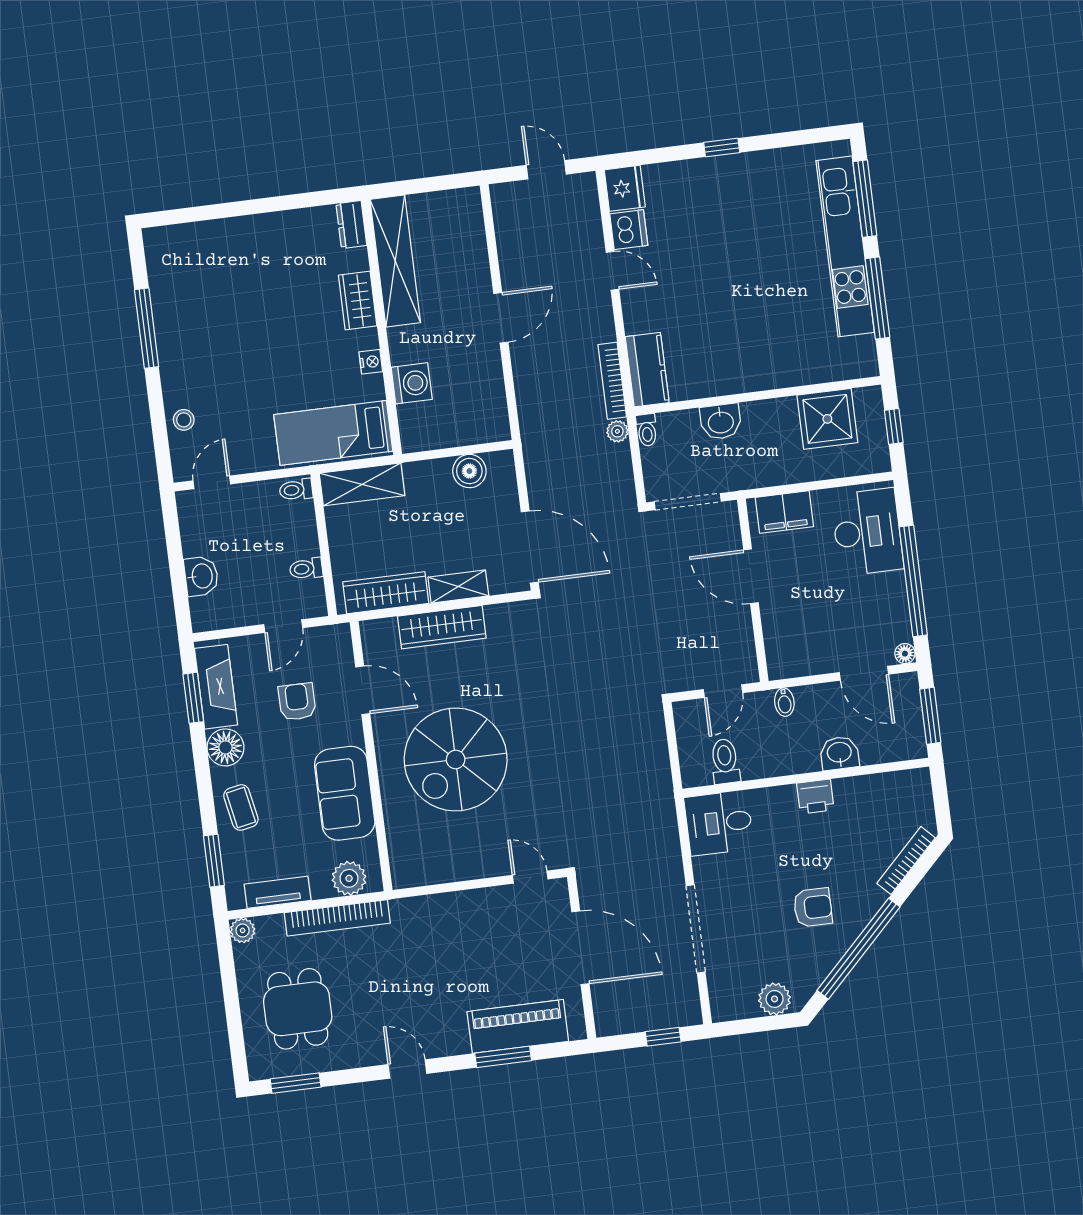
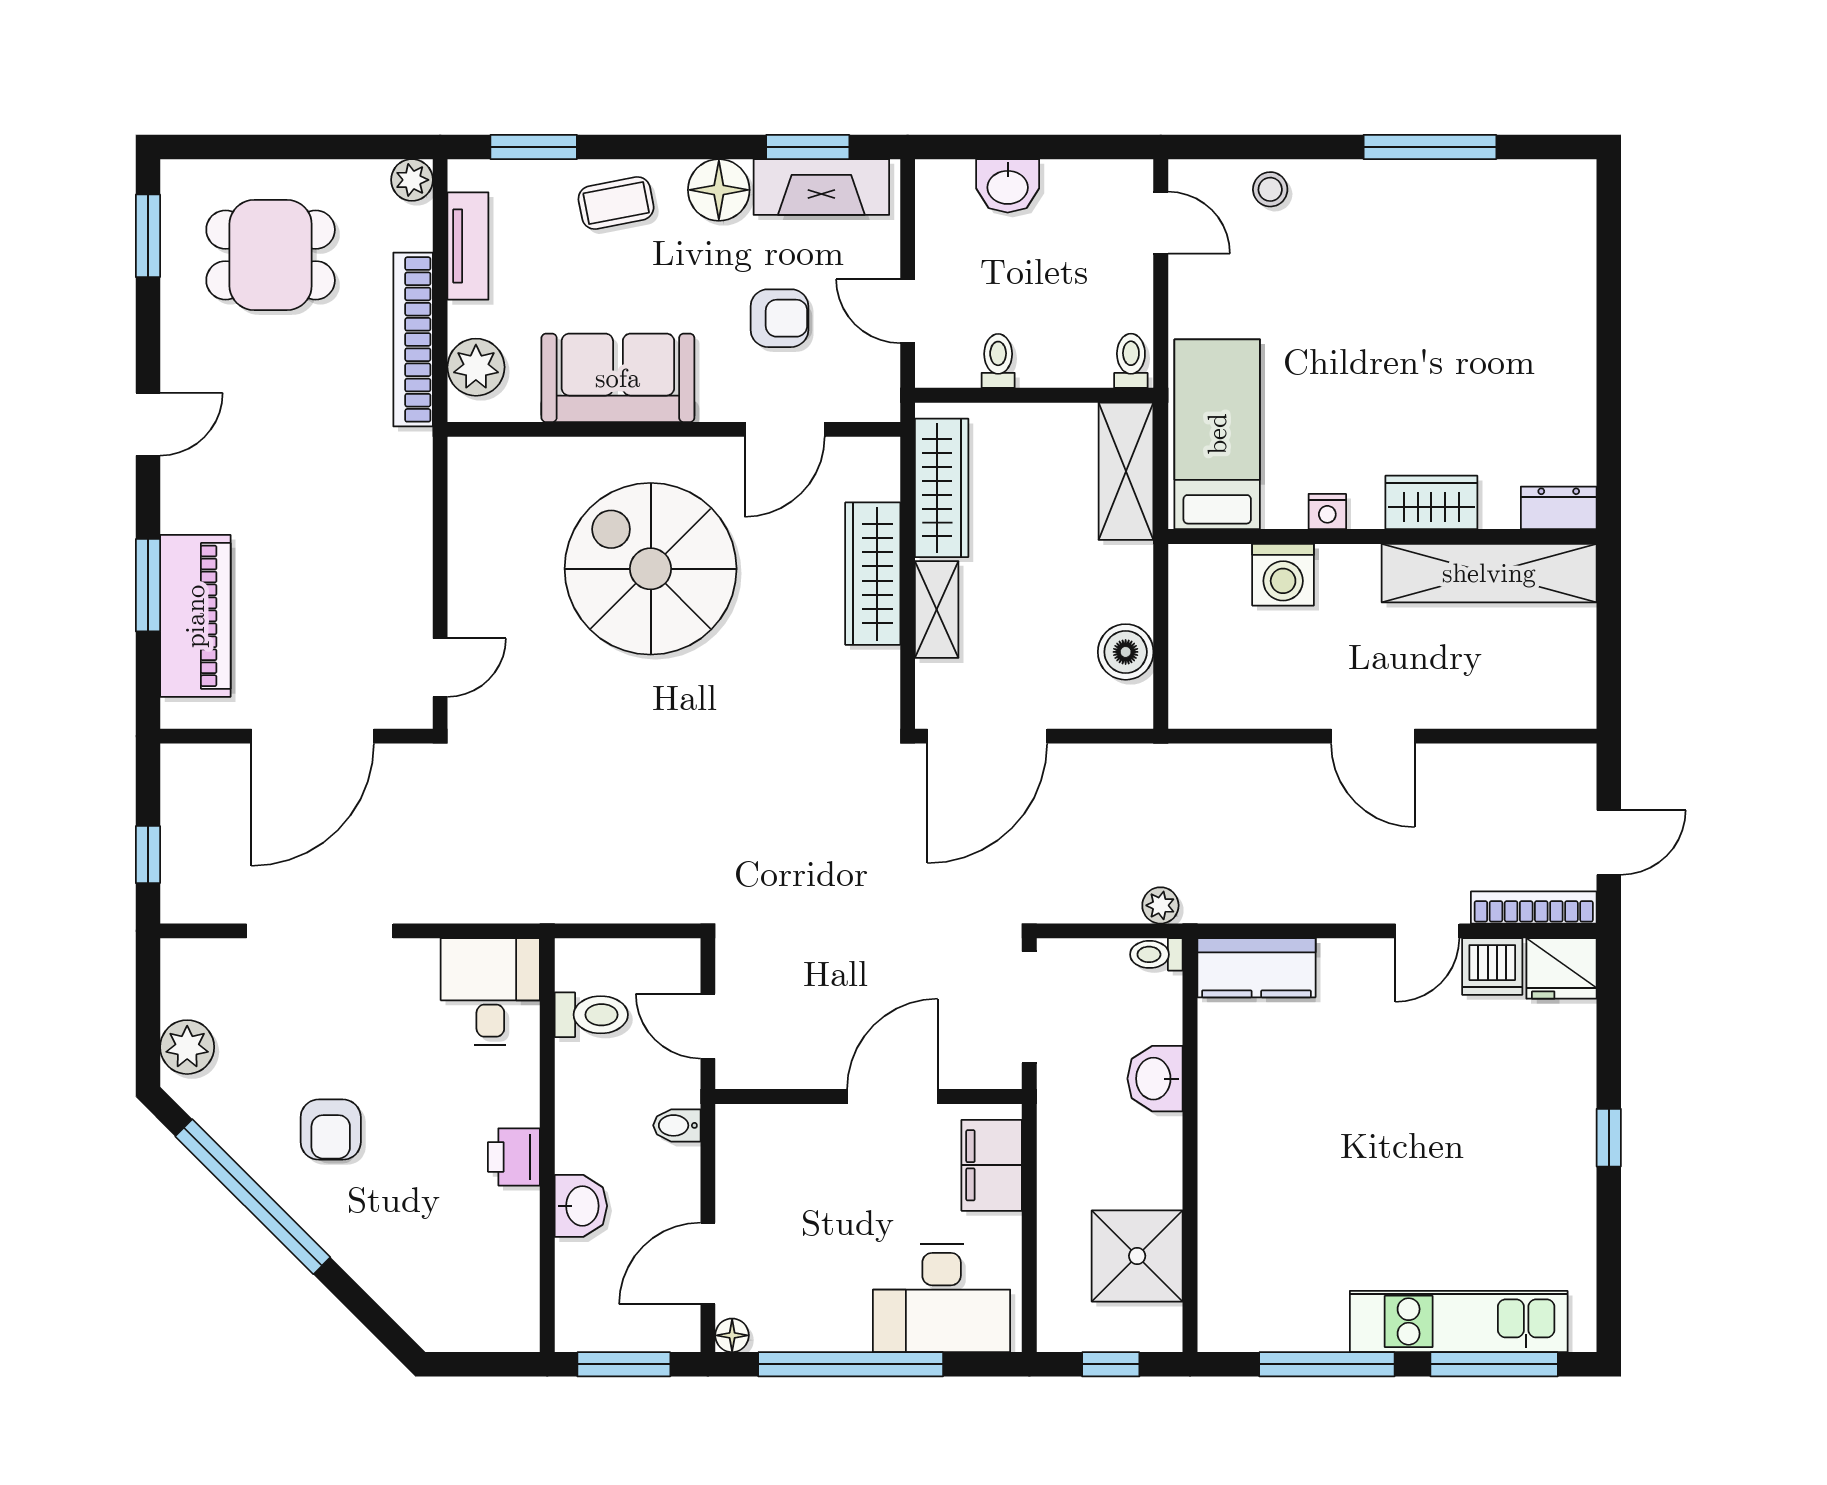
kitchen unit: (845, 246) -> (1459, 1321), width x0.73
bookcase: (612, 381) -> (1534, 908), moved
bookcase: (906, 861) -> (389, 1294), removed

